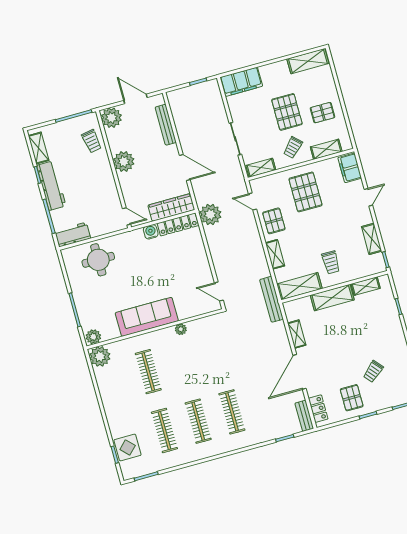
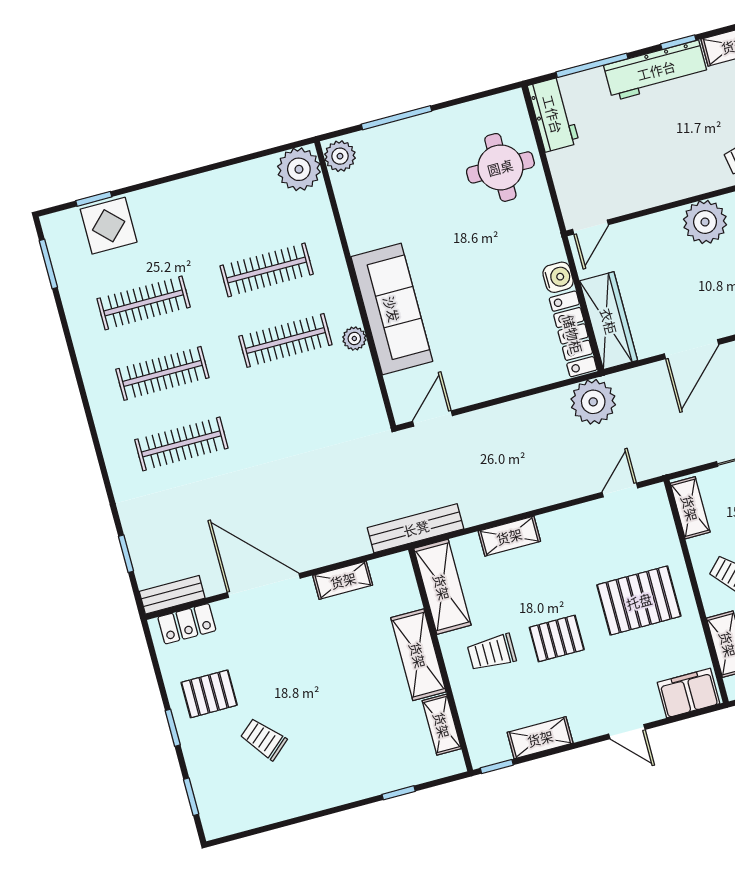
pallet: (274, 221) -> (557, 638), moved
sofa: (147, 317) -> (392, 309), moved
clothes rail: (182, 362) -> (285, 340), added

